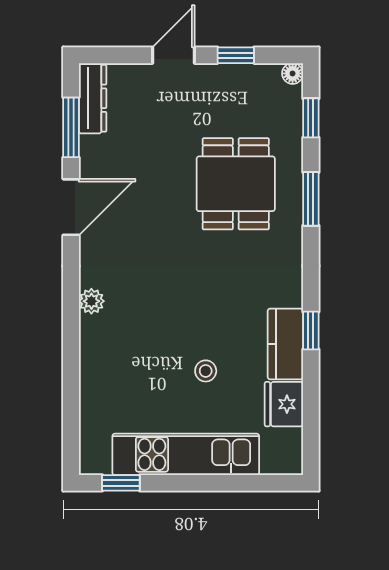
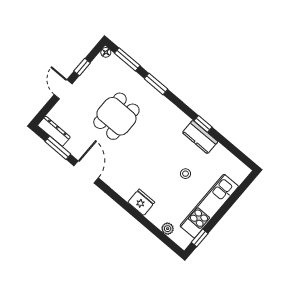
window: (311, 118) -> (127, 59), width x1.50
dining table: (236, 184) -> (116, 116), moved, turned 90
plant: (91, 301) -> (168, 229), moved
fridge: (284, 404) -> (141, 202), moved, turned 180

